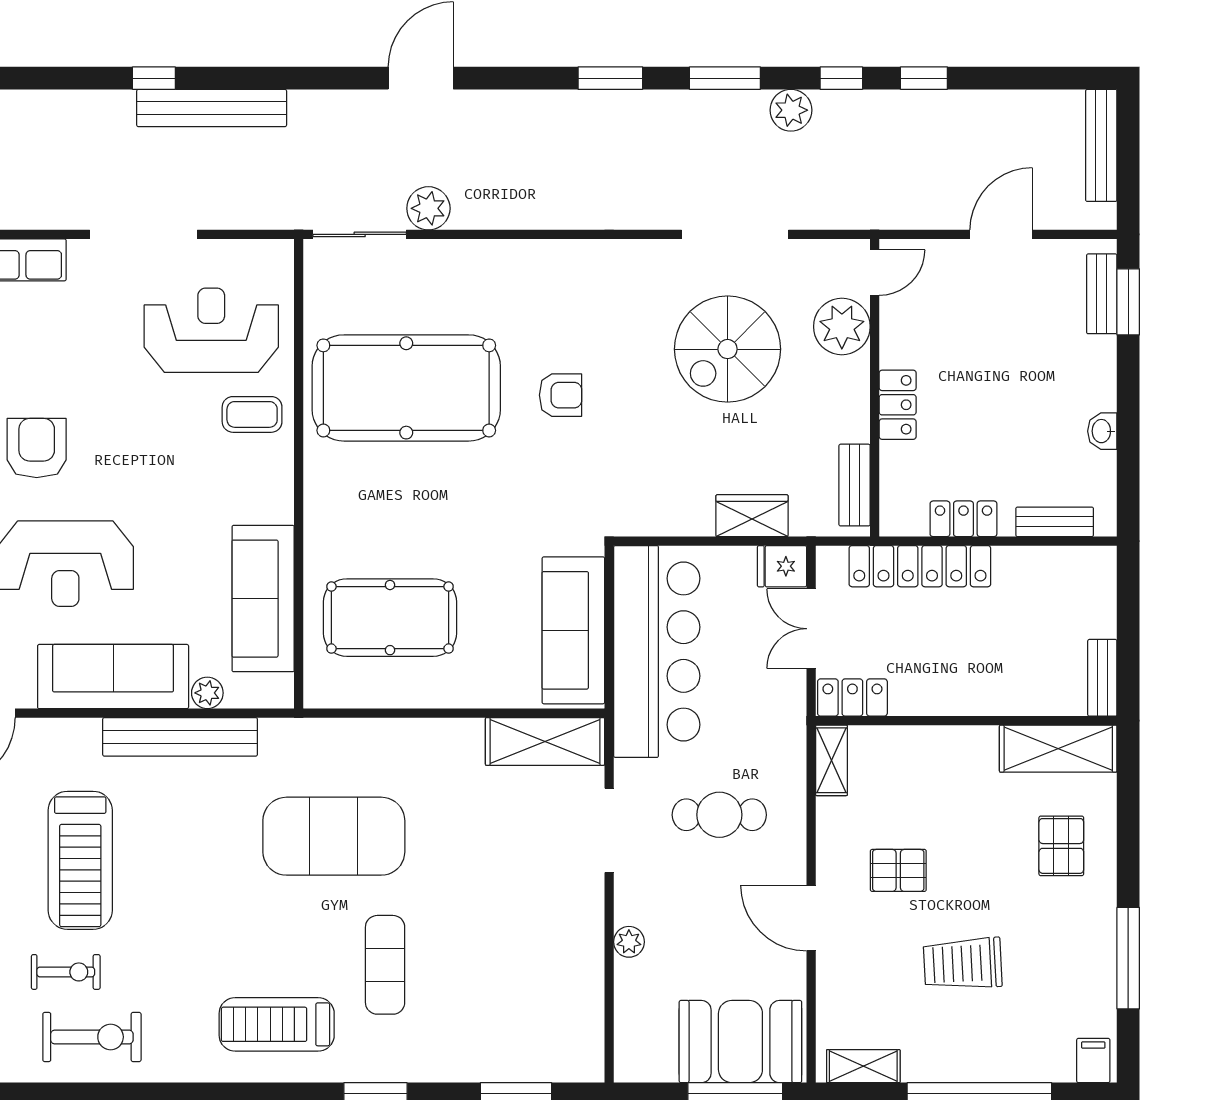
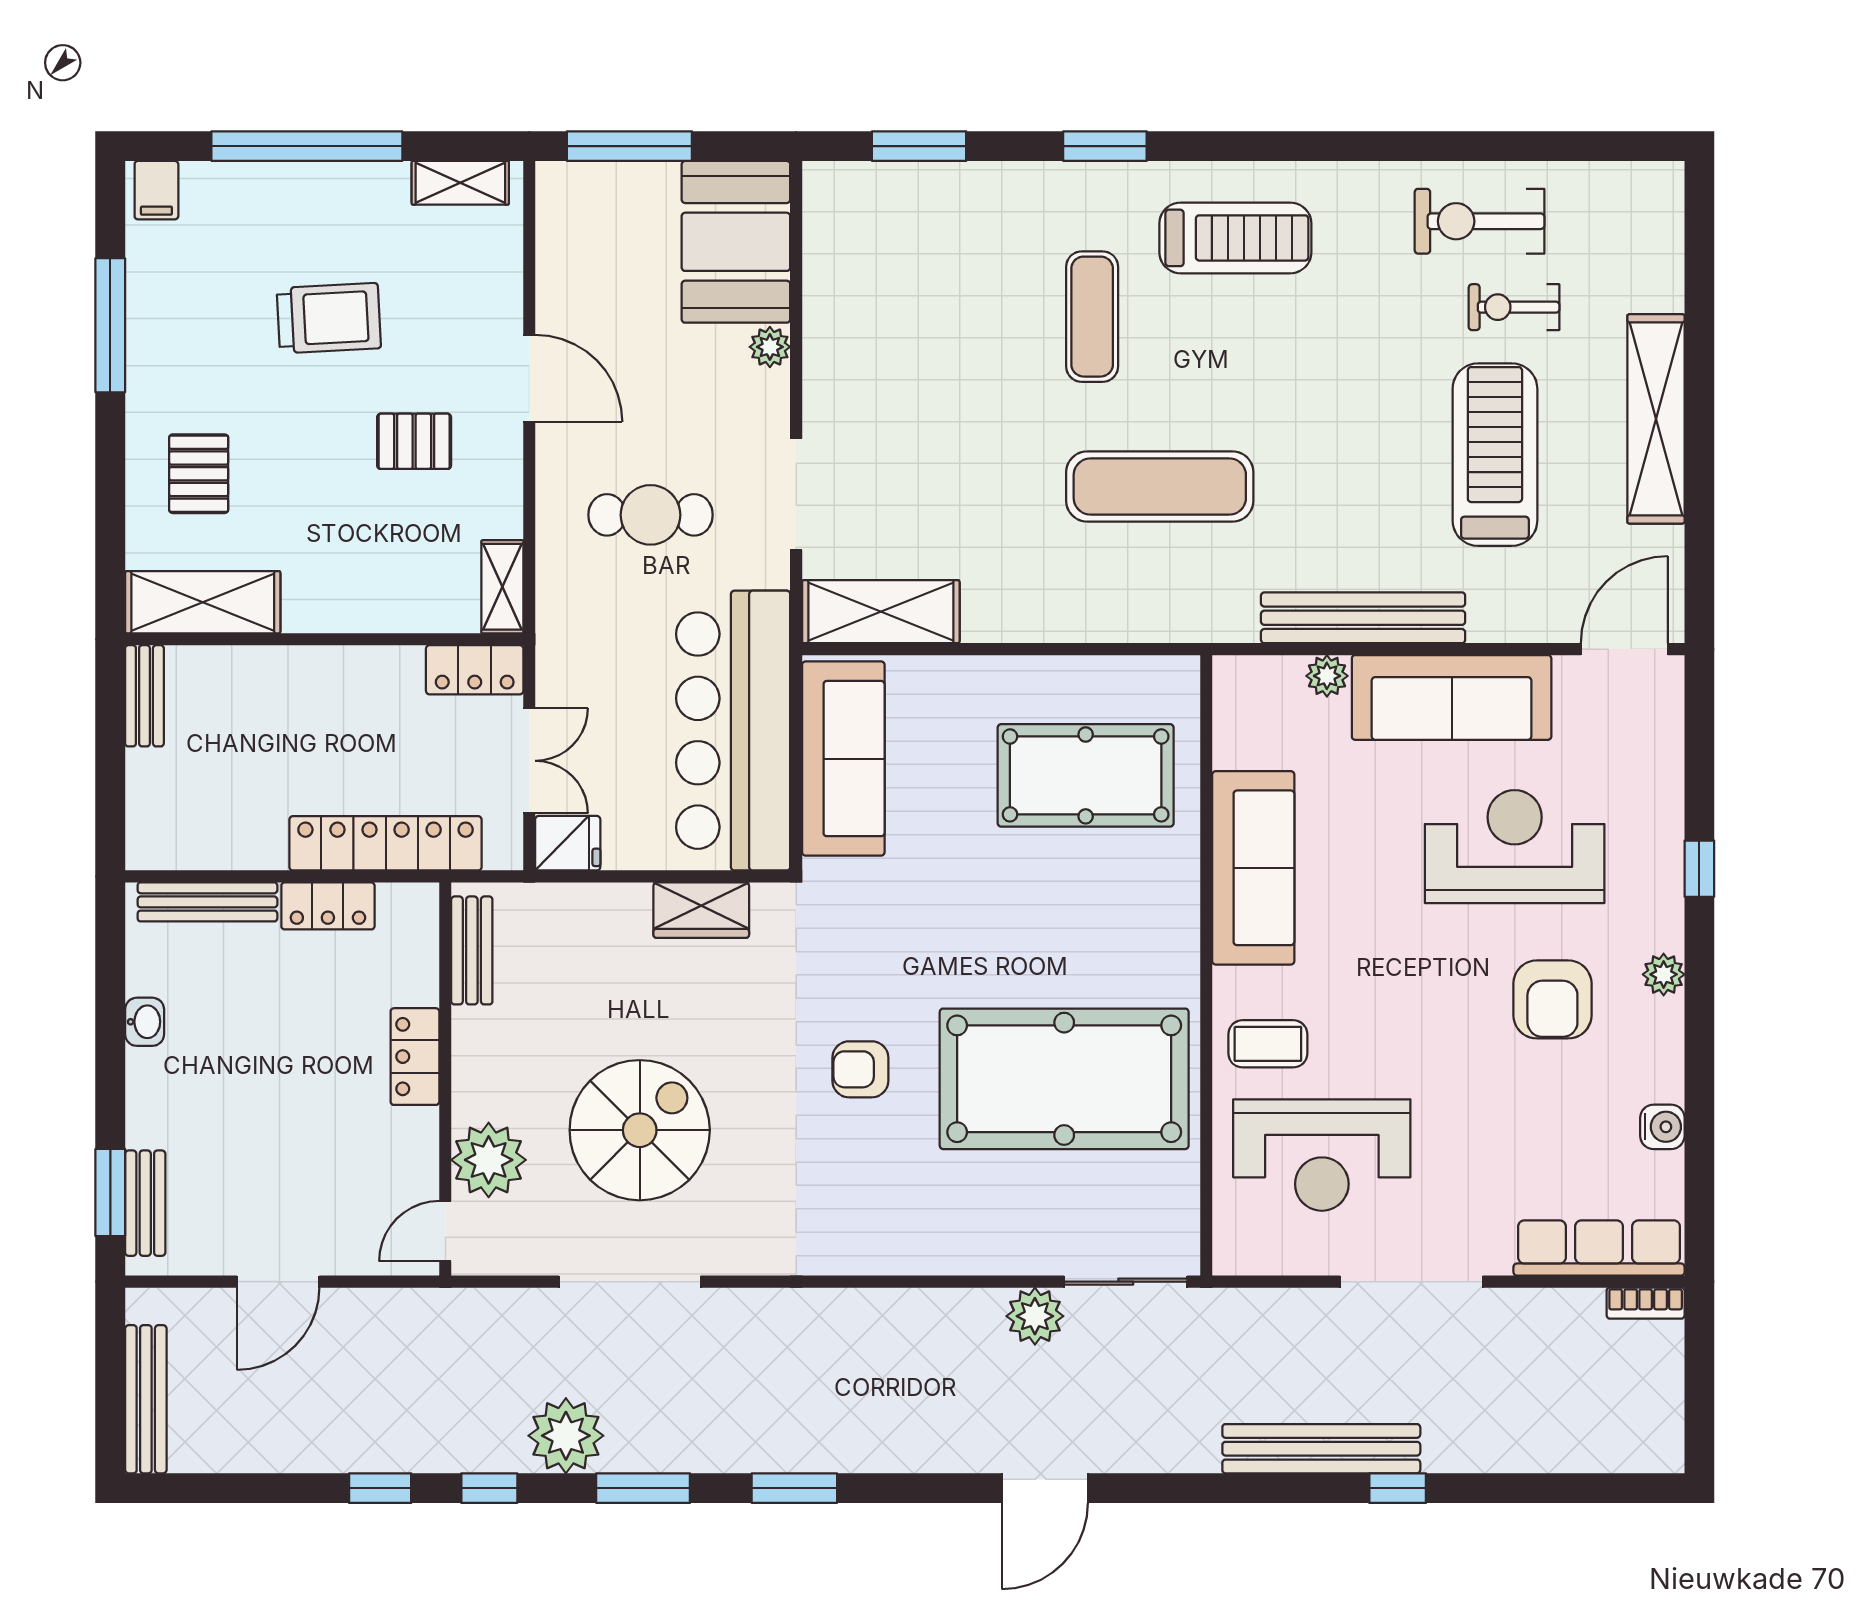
plant: (791, 110) -> (566, 1436), width x1.36, depth x1.36
wardrobe: (752, 516) -> (701, 910), moved
bench: (1055, 522) -> (207, 902), width x1.36
sofa: (263, 599) -> (1253, 868), moved
exercise mat: (334, 836) -> (1160, 487), width x0.68
booth: (740, 1042) -> (736, 242), moved, turned 90

